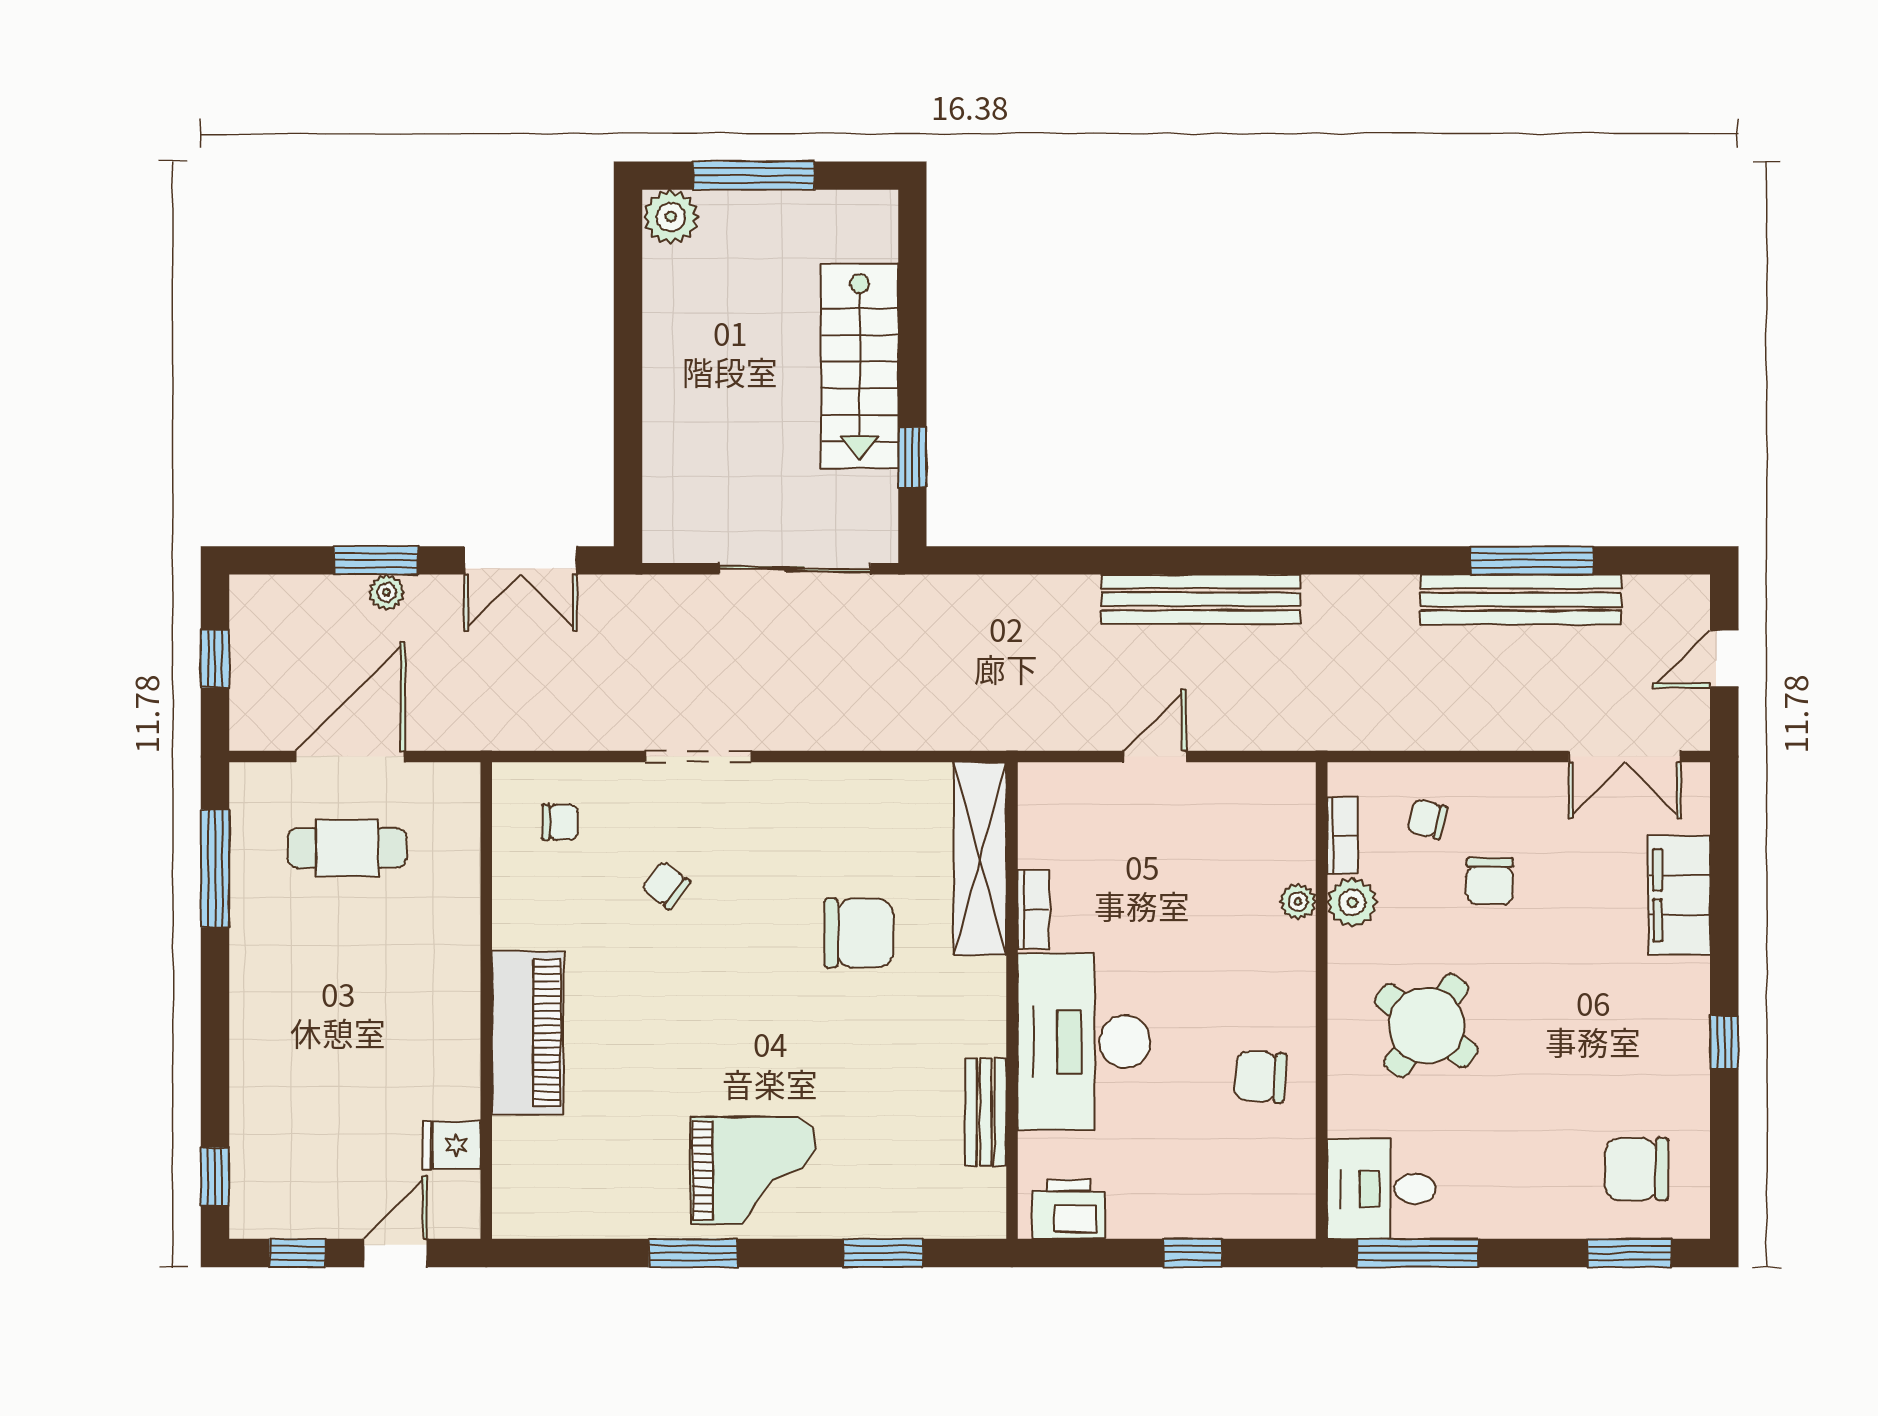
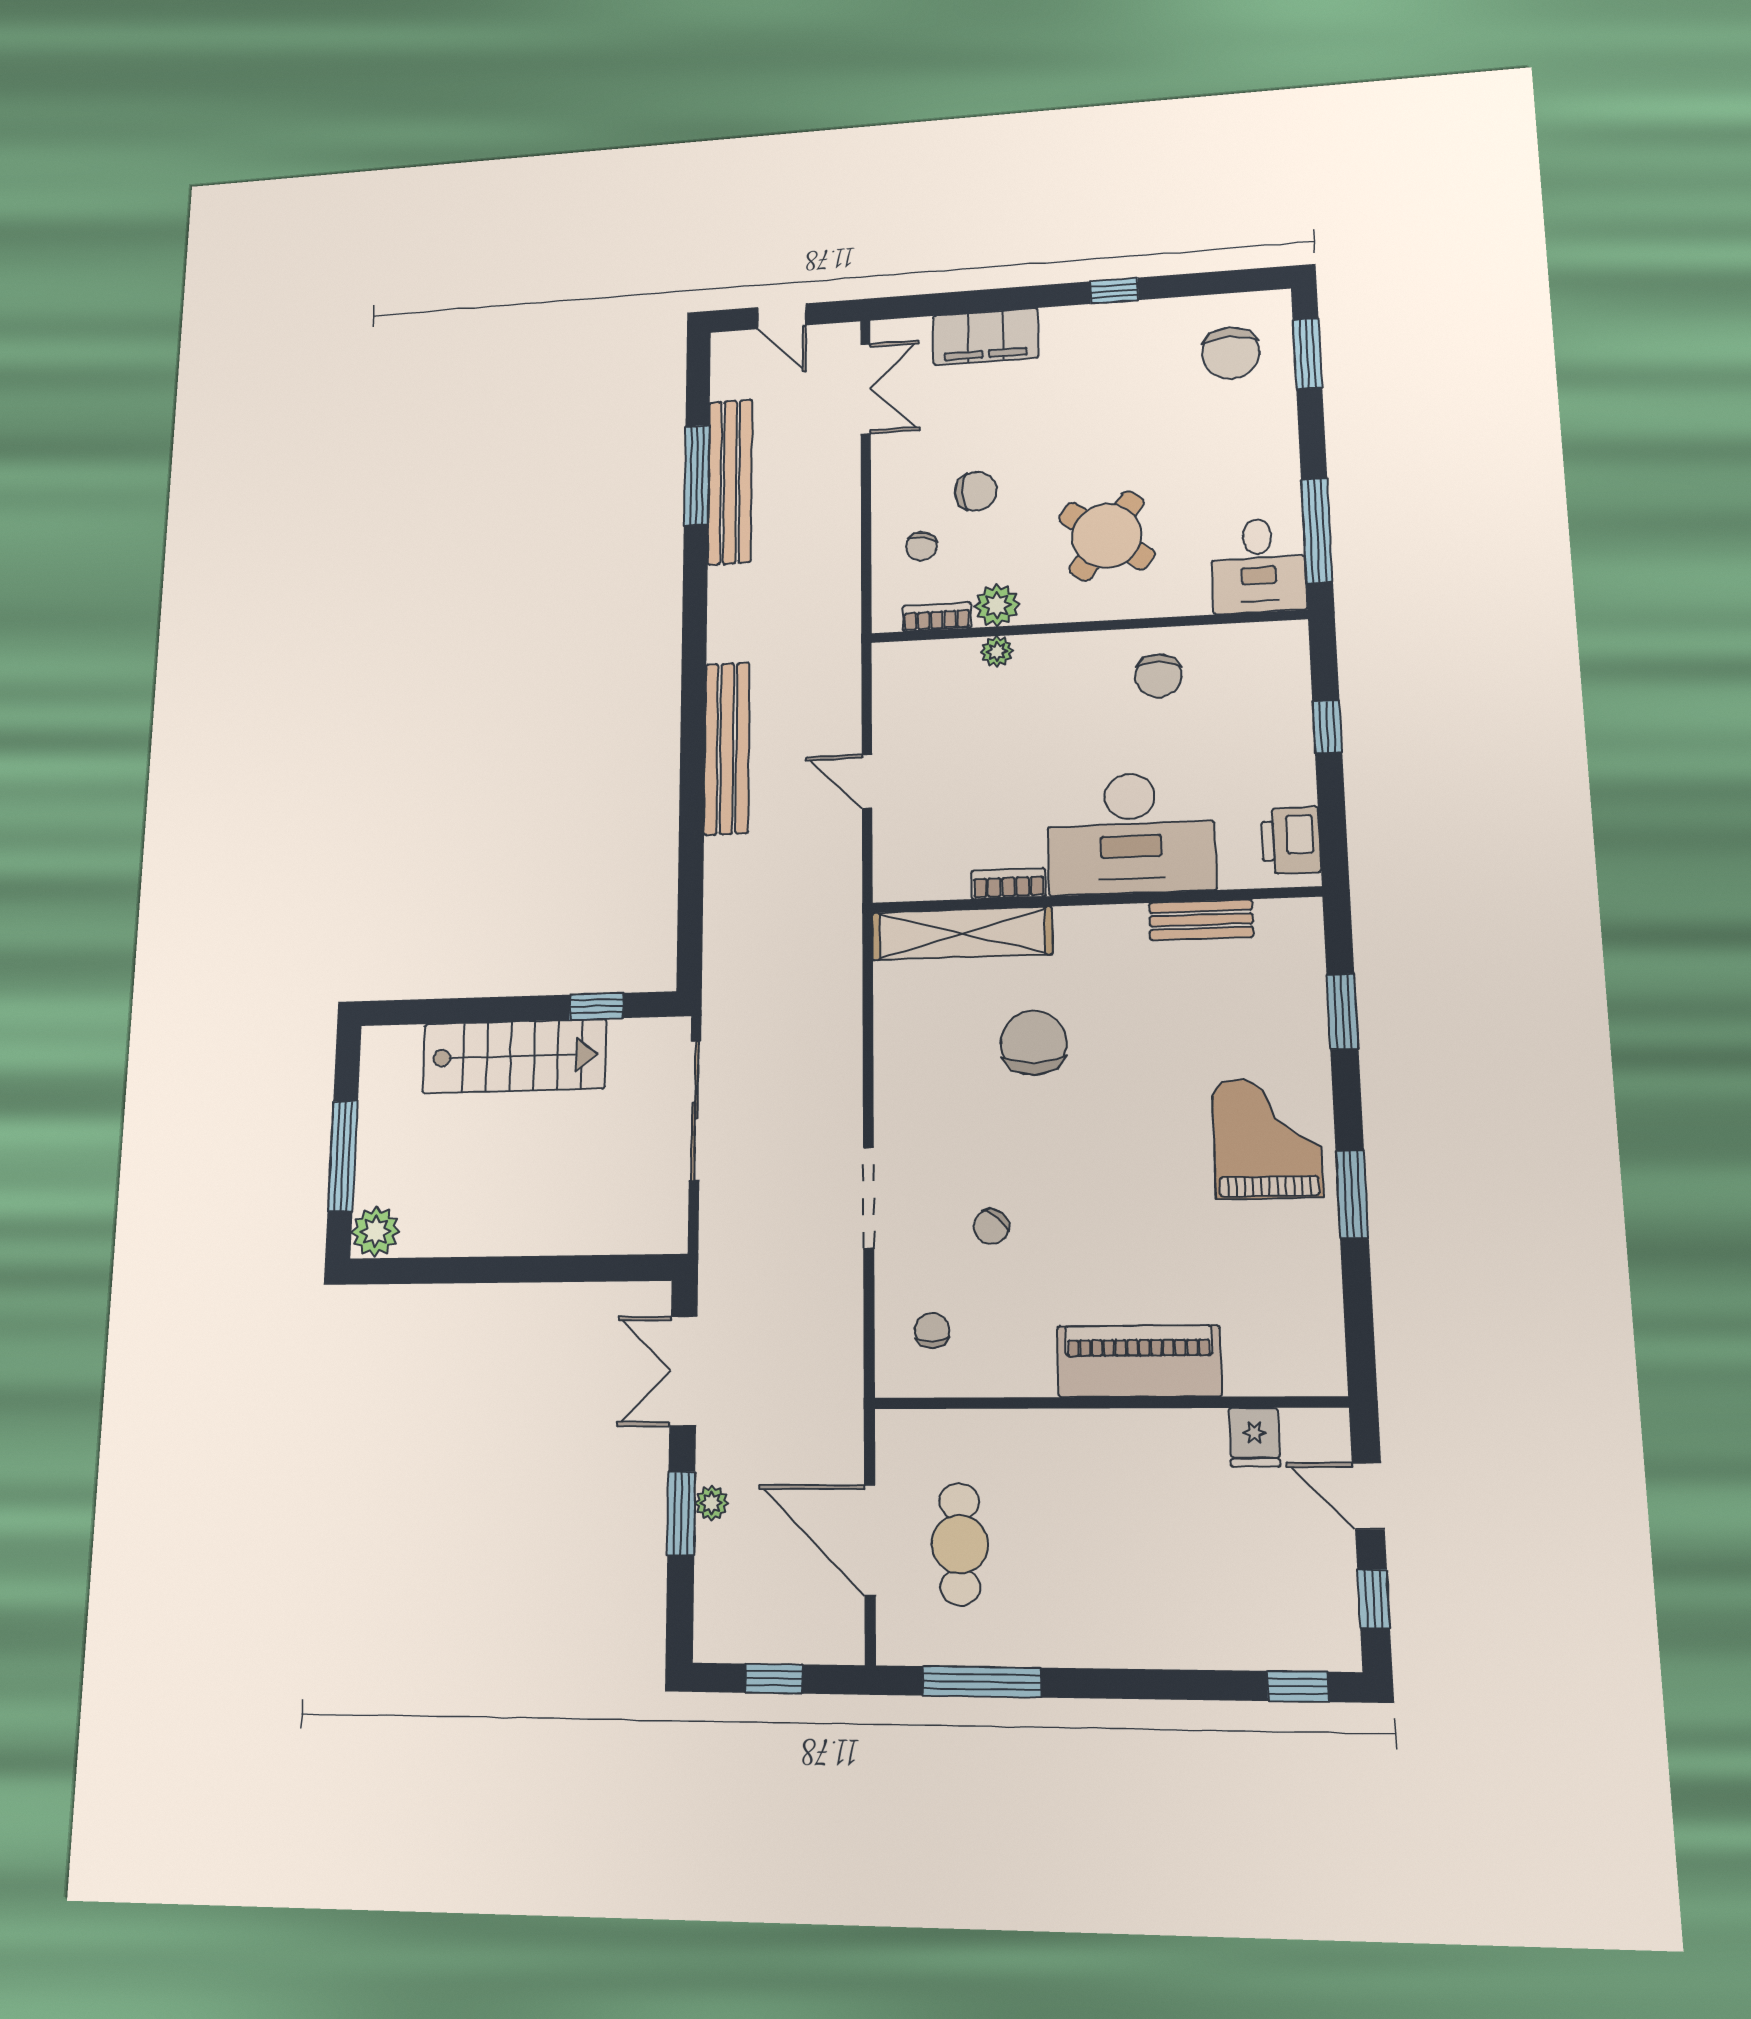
double door: (520, 560) -> (683, 1371), swing flipped

